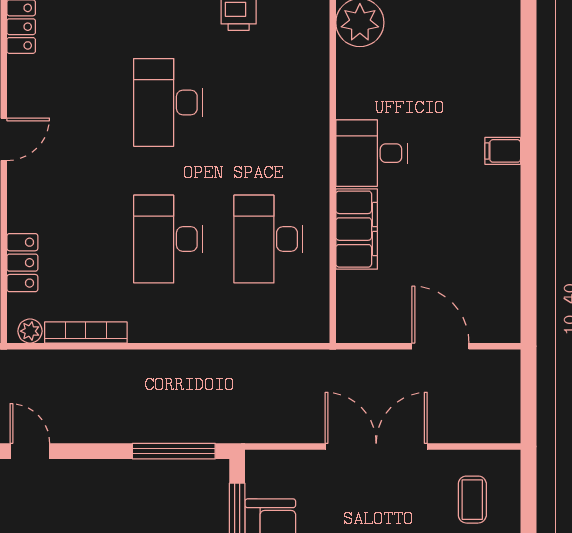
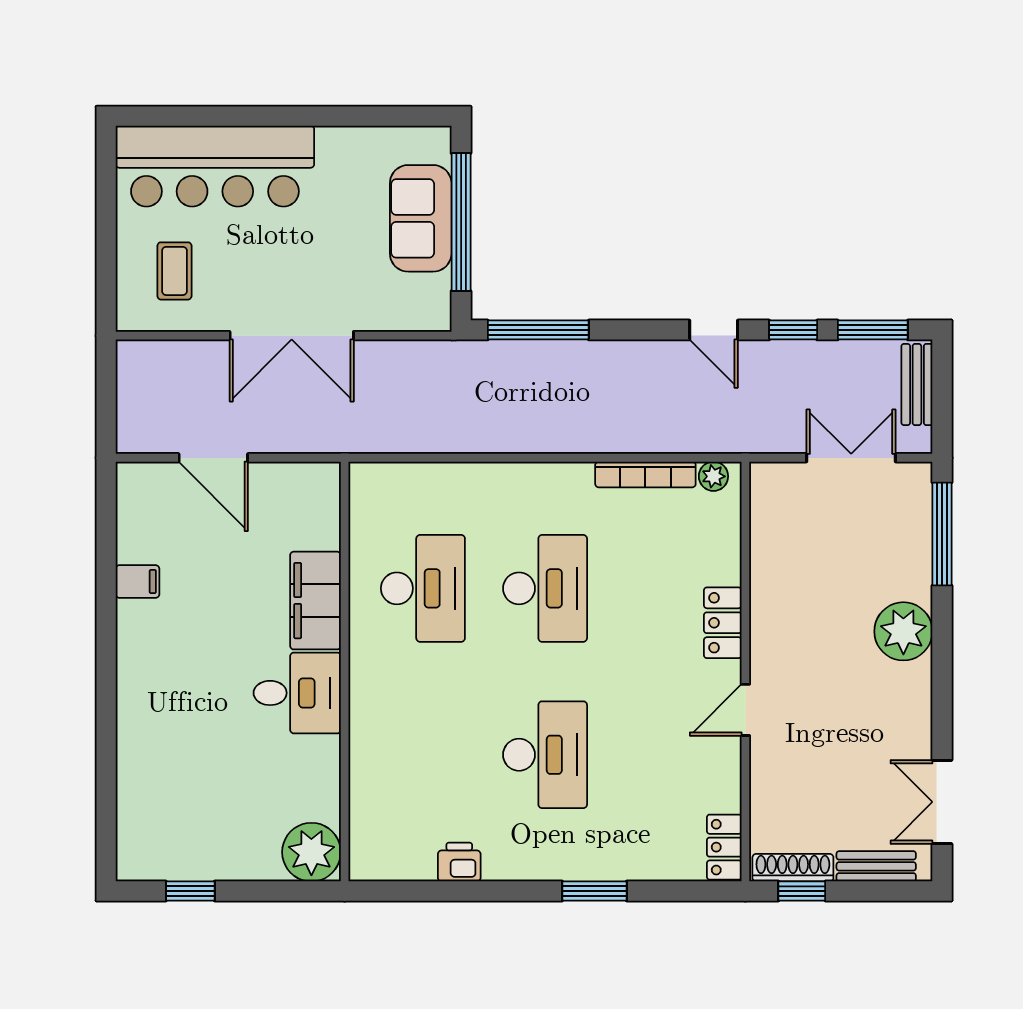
filing cabinet: (503, 151) -> (137, 582), moved
locker: (22, 263) -> (723, 623), moved

